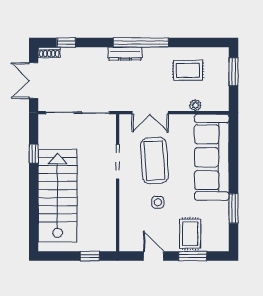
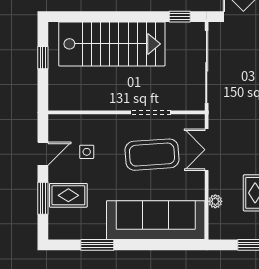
window: (34, 154) -> (180, 17), moved
side table: (158, 202) -> (87, 152), moved
window: (90, 256) -> (43, 58), moved

